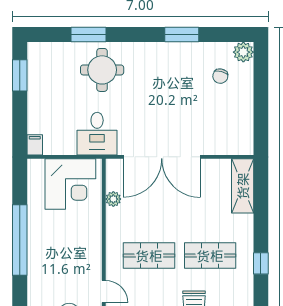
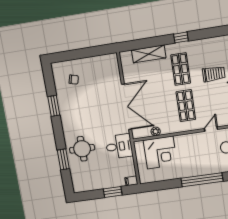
plant: (243, 52) -> (57, 68), removed
window: (20, 75) -> (113, 192), moved
corner desk: (70, 184) -> (160, 152), moved, turned 90
shelving: (243, 186) -> (149, 54), moved
window: (20, 240) -> (202, 180), moved

